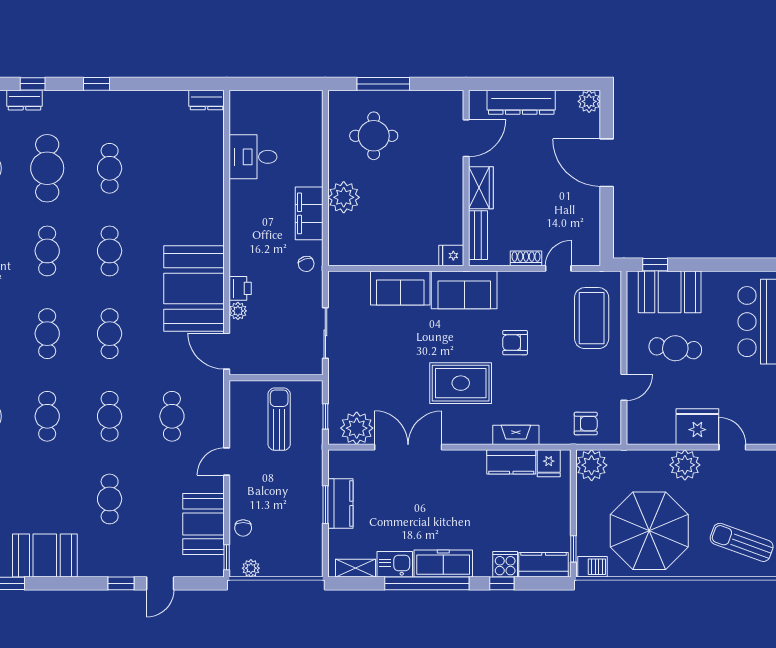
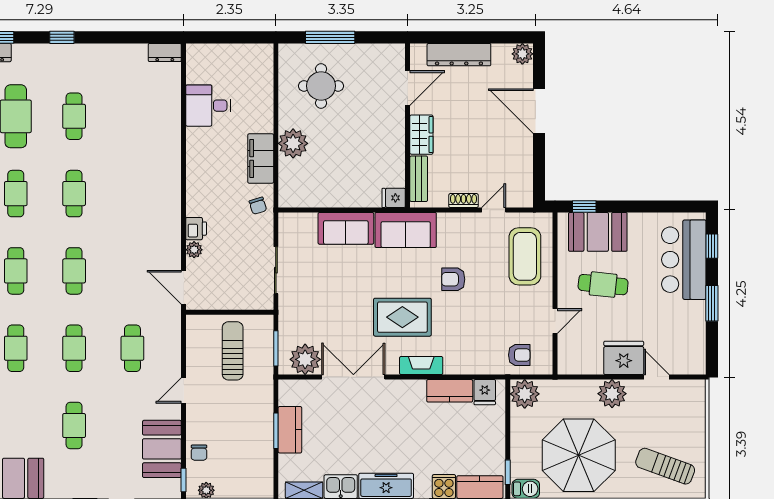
booth: (194, 289) -> (153, 229), removed
window: (325, 416) -> (276, 348), width x1.50
fireplace: (516, 435) -> (421, 366), moved

